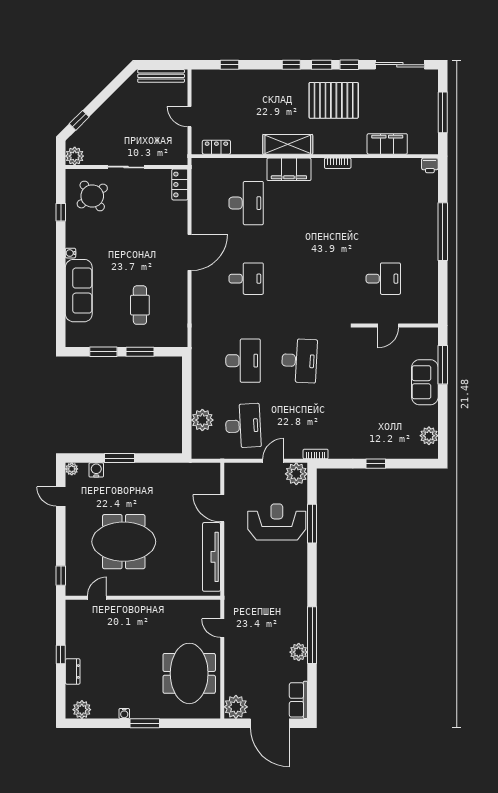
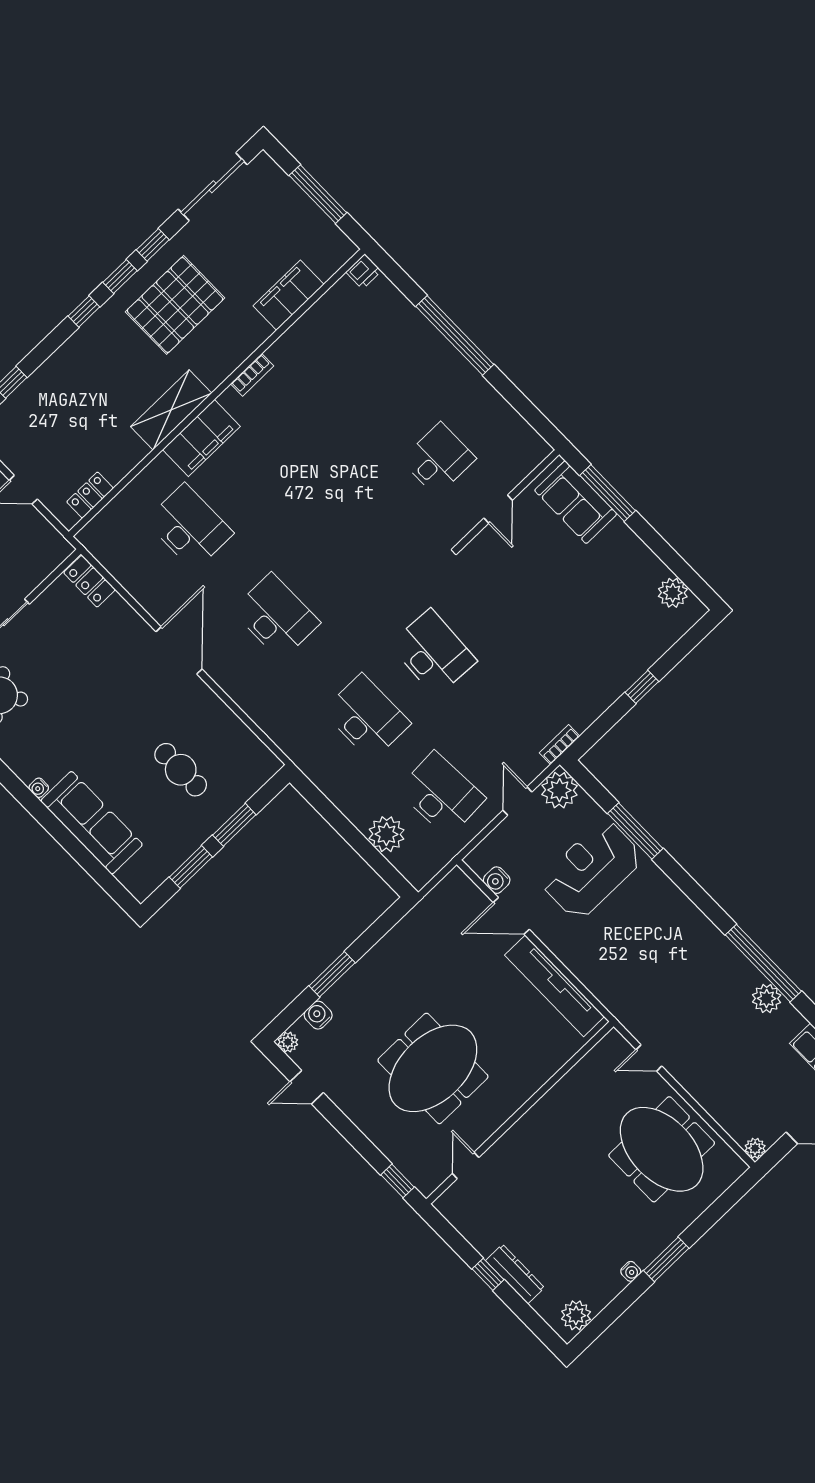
desk: (246, 279) -> (276, 617), width x1.37
sofa: (425, 382) -> (576, 502), moved
water cooler: (231, 487) -> (497, 880), added
dresser: (73, 671) -> (515, 1274), width x1.44
plant: (236, 707) -> (755, 1148), width x0.53, depth x0.53

